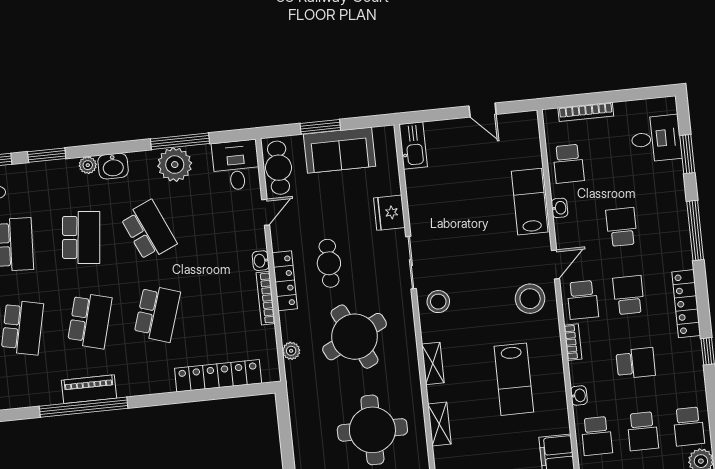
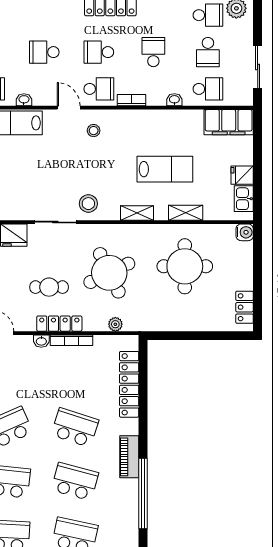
stool: (530, 299) -> (94, 131), width x0.53, depth x0.53
lab bench: (514, 379) -> (165, 169), moved
piano: (89, 389) -> (129, 457), moved
school desk: (643, 431) -> (208, 52), turned 90

